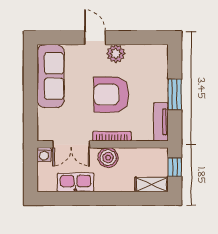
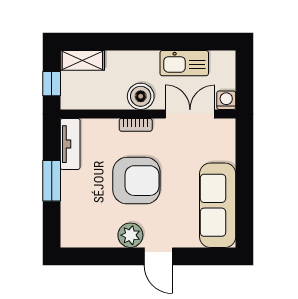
bookcase: (112, 136) -> (136, 125), width x0.64

